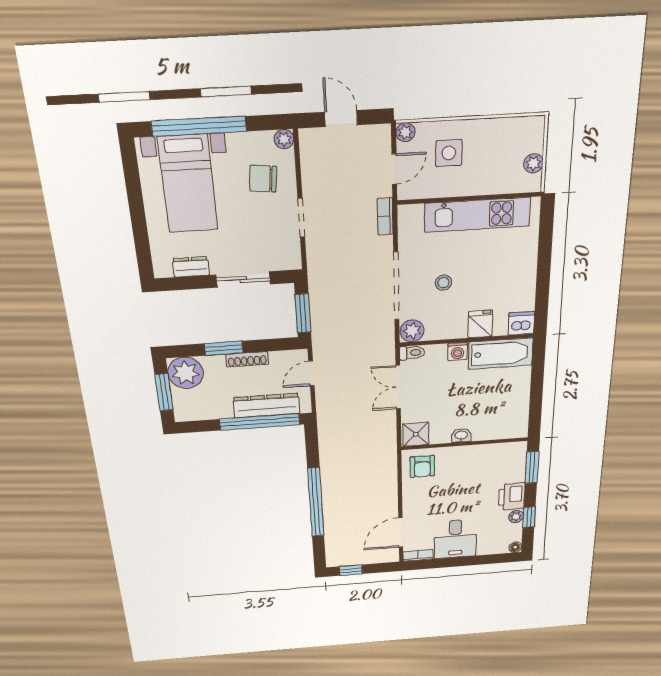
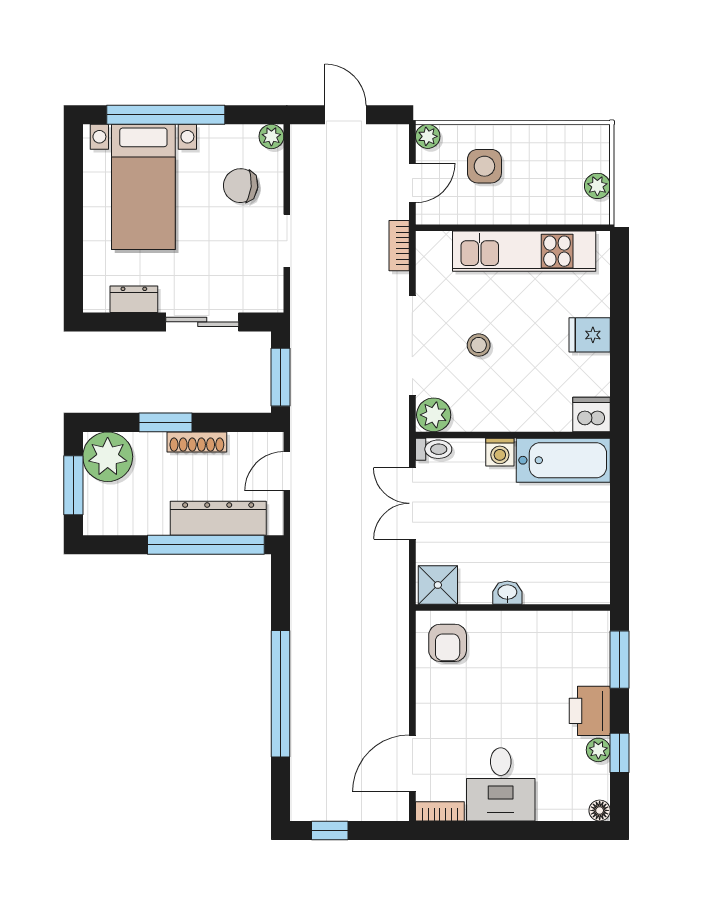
fridge: (480, 324) -> (590, 335), moved, turned -90

